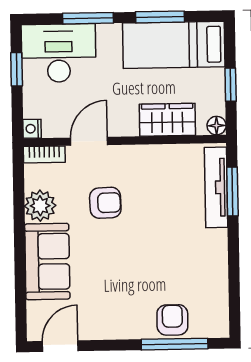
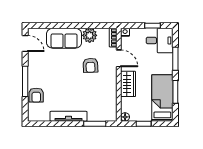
desk: (59, 53) -> (160, 40), width x0.73
wardrobe: (167, 120) -> (128, 84), moved
tv unit: (216, 187) -> (69, 116), moved
armchair: (172, 320) -> (36, 95), turned 90
window: (175, 344) -> (25, 81), moved

